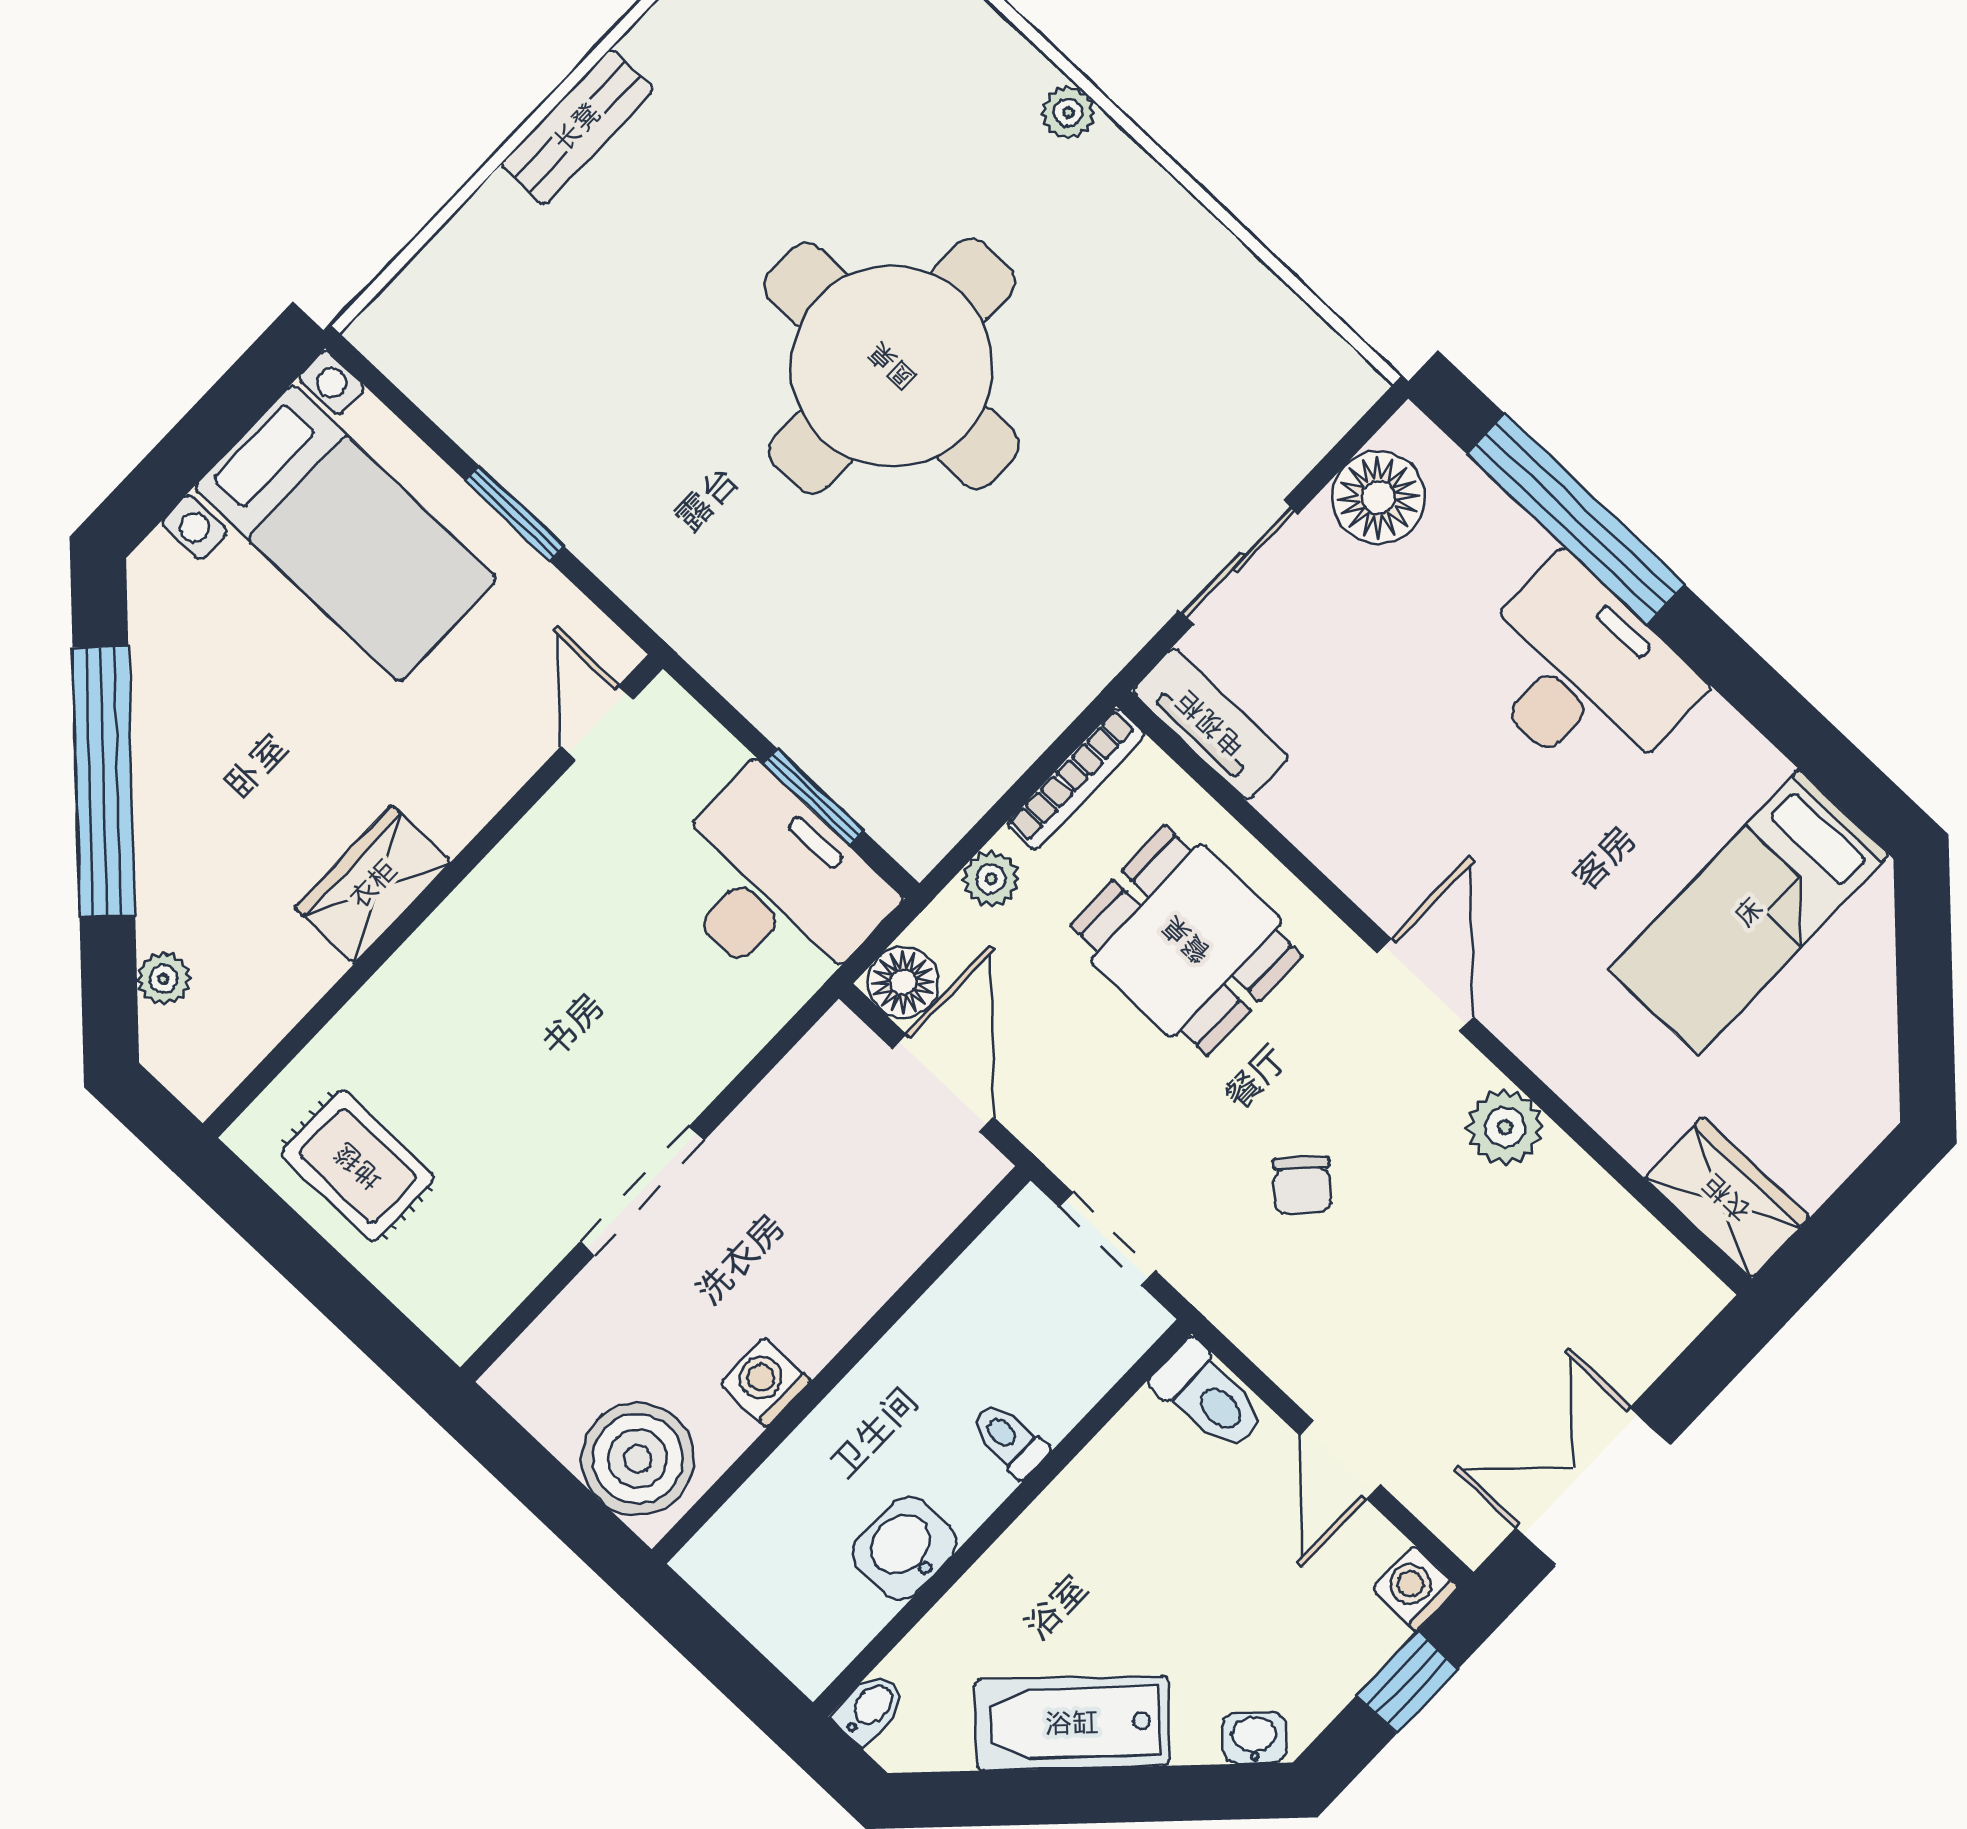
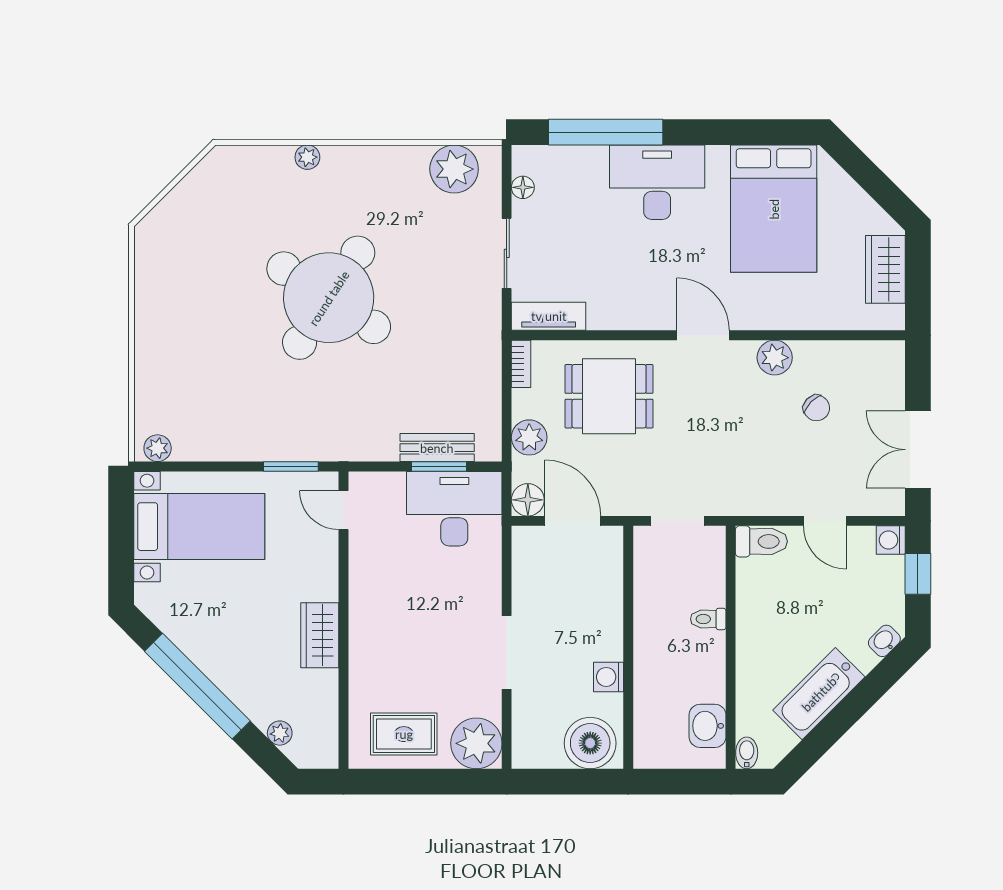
bench: (577, 127) -> (437, 448), moved, turned 90
plant: (397, 347) -> (158, 448), added
plant: (1282, 351) -> (454, 169), added
round table: (892, 366) -> (329, 298), turned 33
floor lamp: (1378, 497) -> (523, 187), width x0.53, depth x0.53
window: (515, 514) -> (291, 466), moved
bookcase: (1076, 779) -> (521, 364), width x0.64
plant: (991, 879) -> (529, 437), width x1.38, depth x1.38
bed: (1749, 912) -> (774, 209), width x1.50
chair: (1302, 1185) -> (816, 408), moved
wardrobe: (1727, 1198) -> (885, 269), moved, turned -90
plant: (458, 1289) -> (476, 743), added
washbasin: (905, 1548) -> (708, 726), moved

